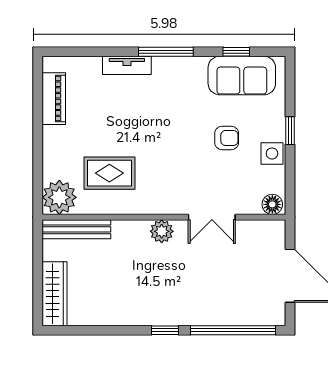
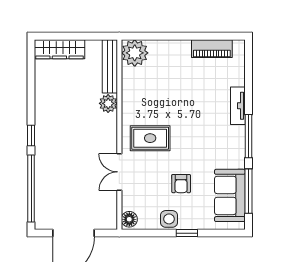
window: (236, 52) -> (248, 191), width x2.17
rug: (109, 173) -> (150, 138), moved, turned 90
plant: (162, 231) -> (108, 103), moved

